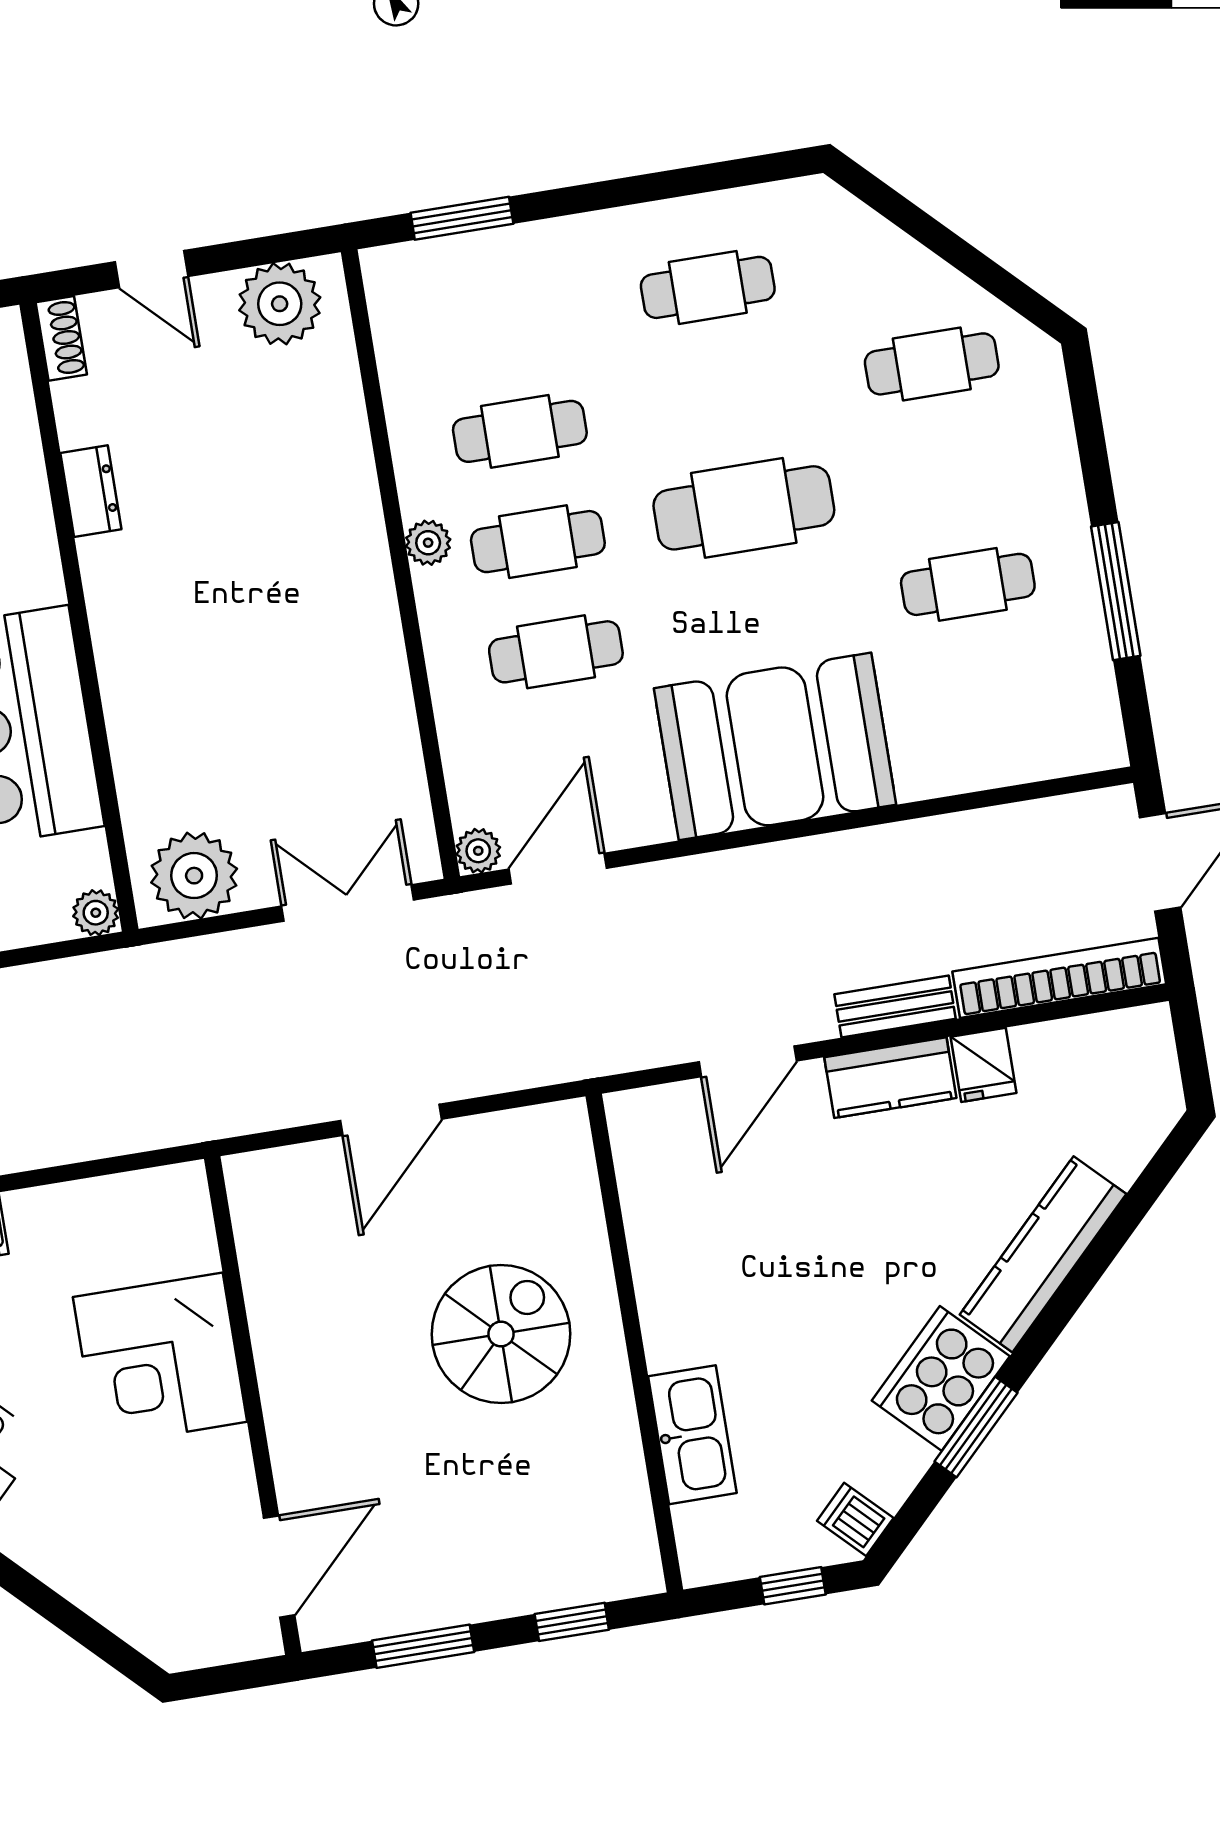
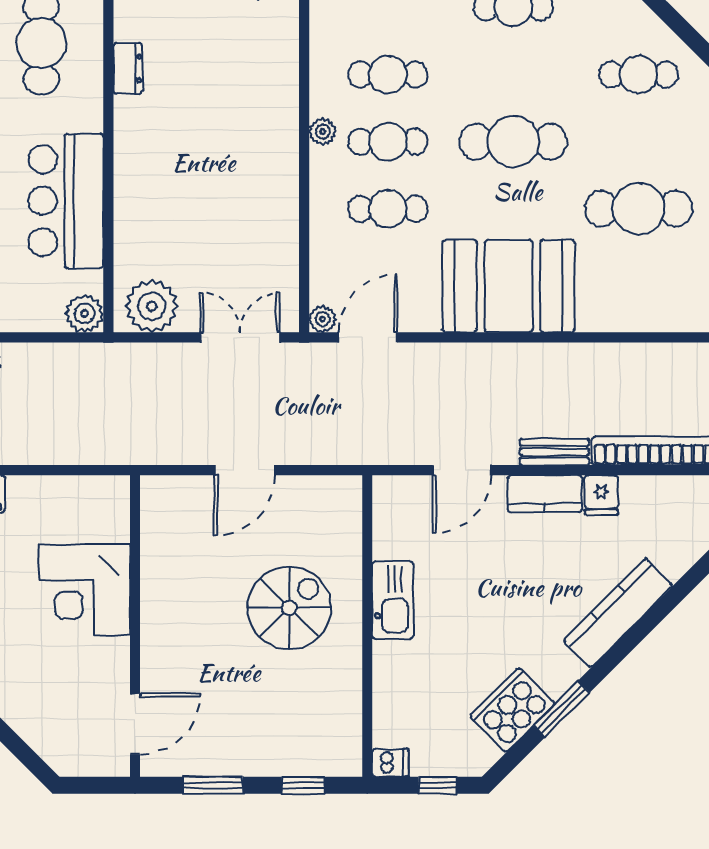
cafe table: (968, 584) -> (639, 209), width x1.37, depth x1.35
plant: (96, 913) -> (85, 314), width x1.38, depth x1.38
cooker: (941, 1378) -> (512, 710), moved
kitchen sink: (692, 1435) -> (393, 600), moved
dishwasher: (855, 1519) -> (390, 763), moved, turned 135

